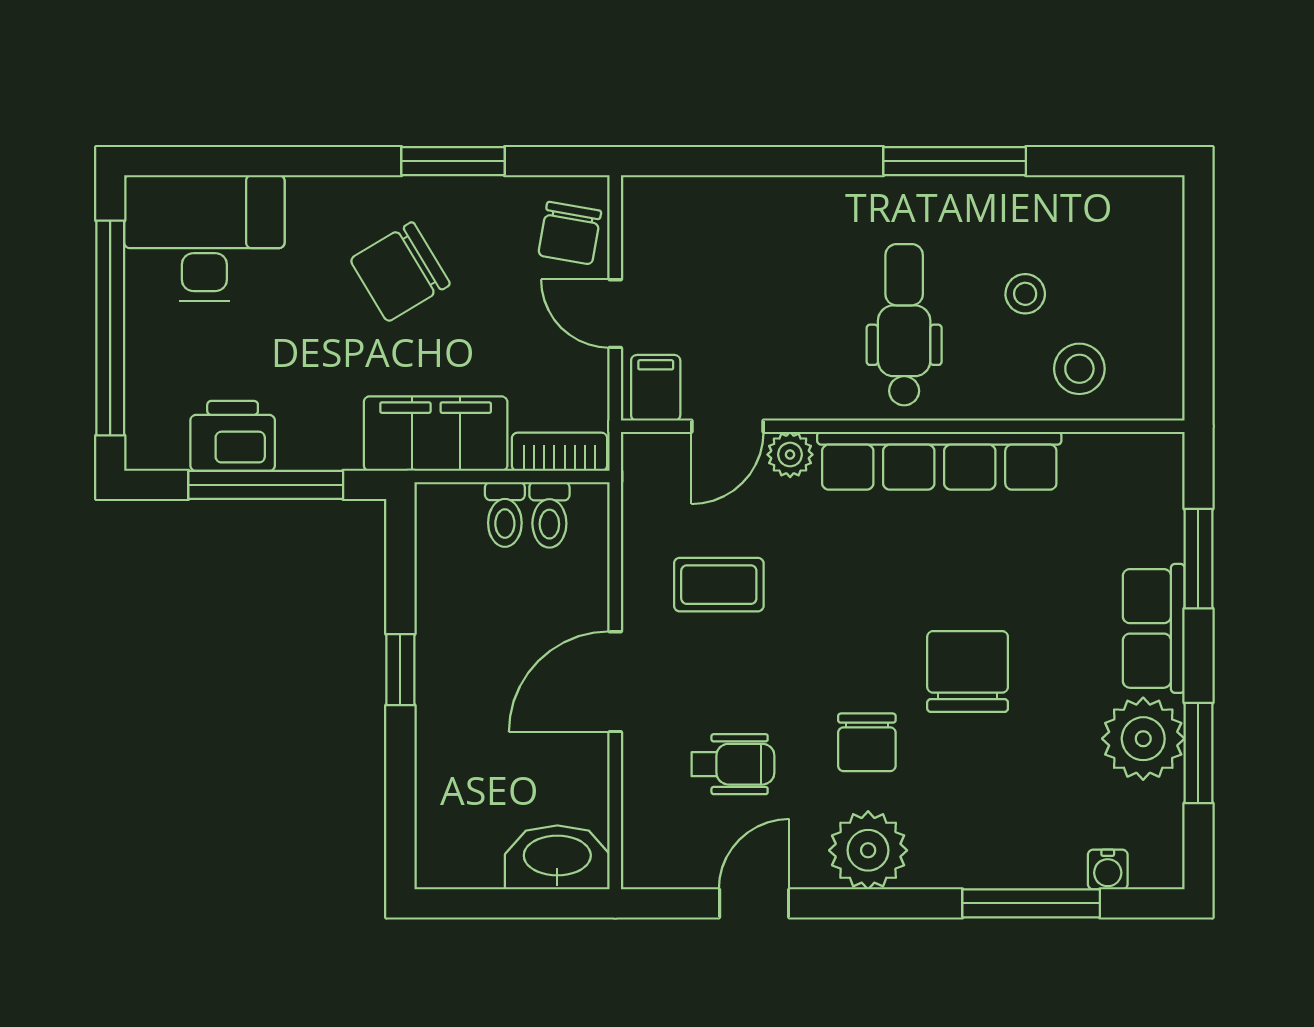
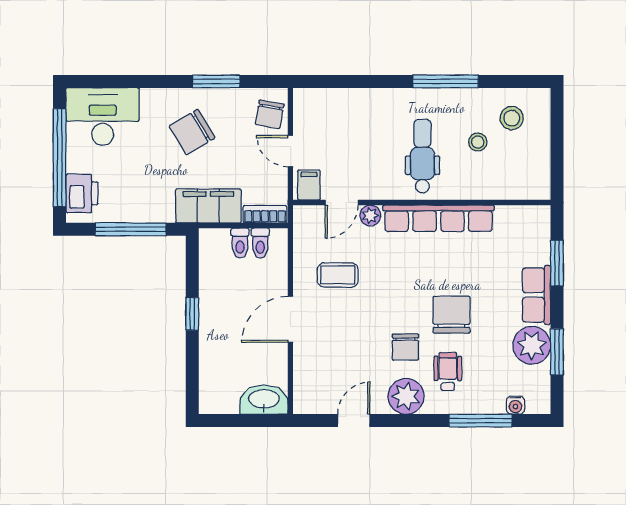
stool: (1079, 369) -> (512, 118), moved
printer: (233, 436) -> (82, 193), moved, turned 90
wheelchair: (733, 764) -> (448, 371), moved, turned -90

